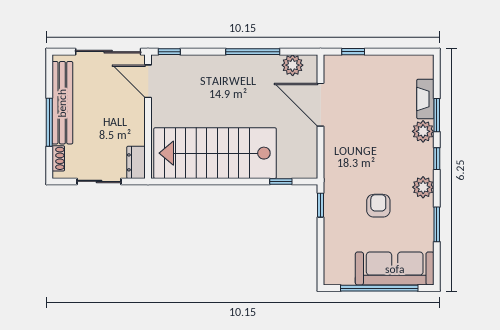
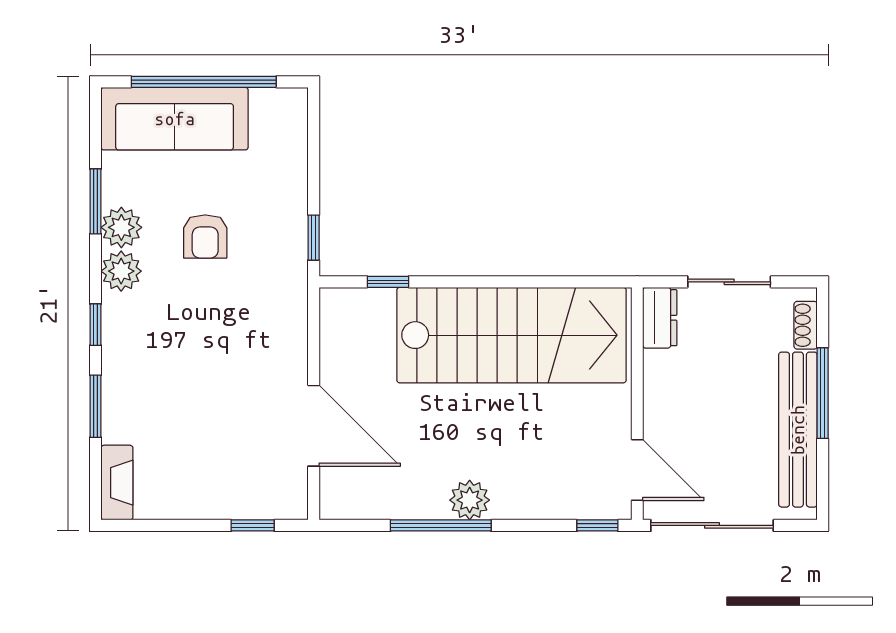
plant: (293, 65) -> (470, 500), moved
fireplace: (425, 99) -> (117, 483), moved
plant: (423, 131) -> (121, 227), moved

